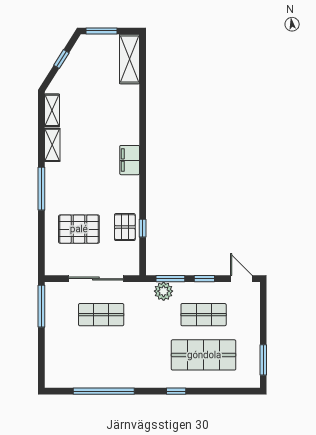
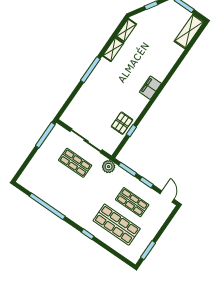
pallet: (79, 229) -> (96, 107), removed
plant: (164, 291) -> (109, 167), moved

